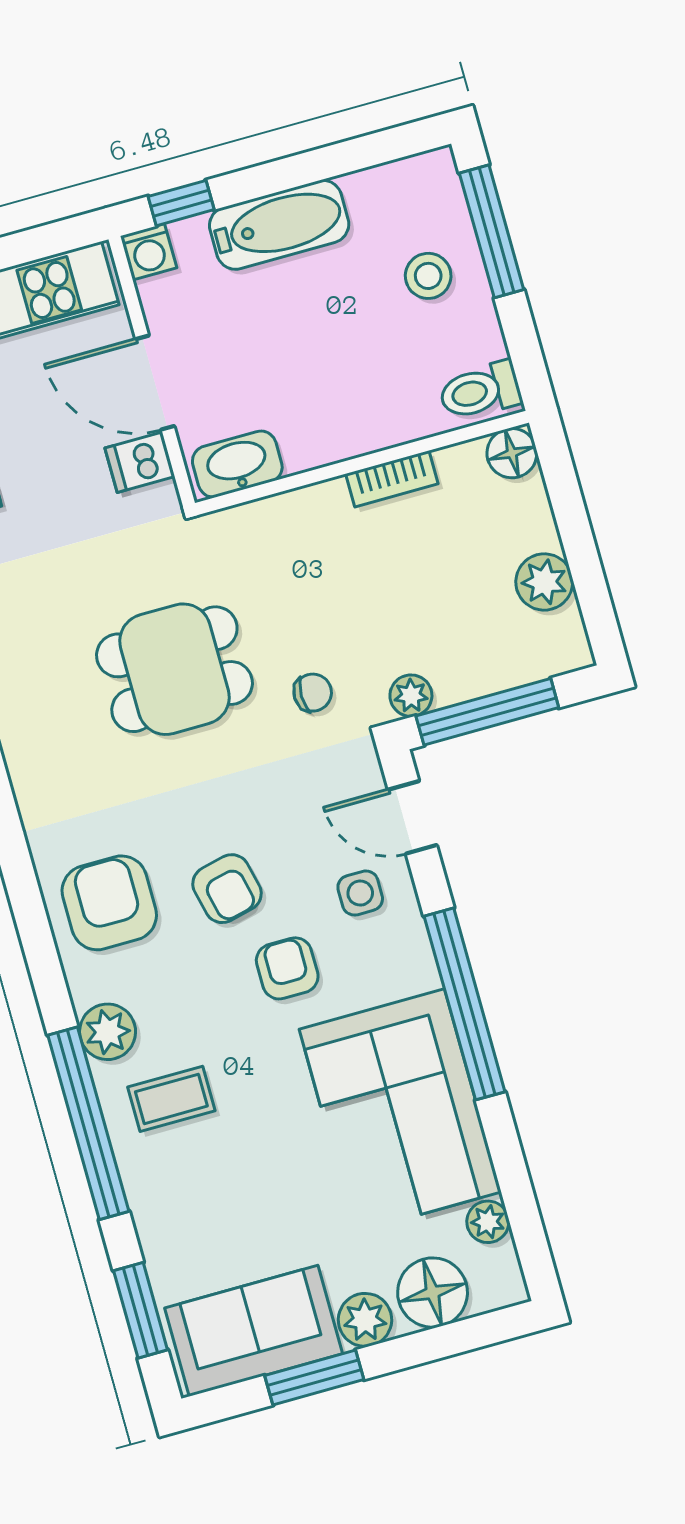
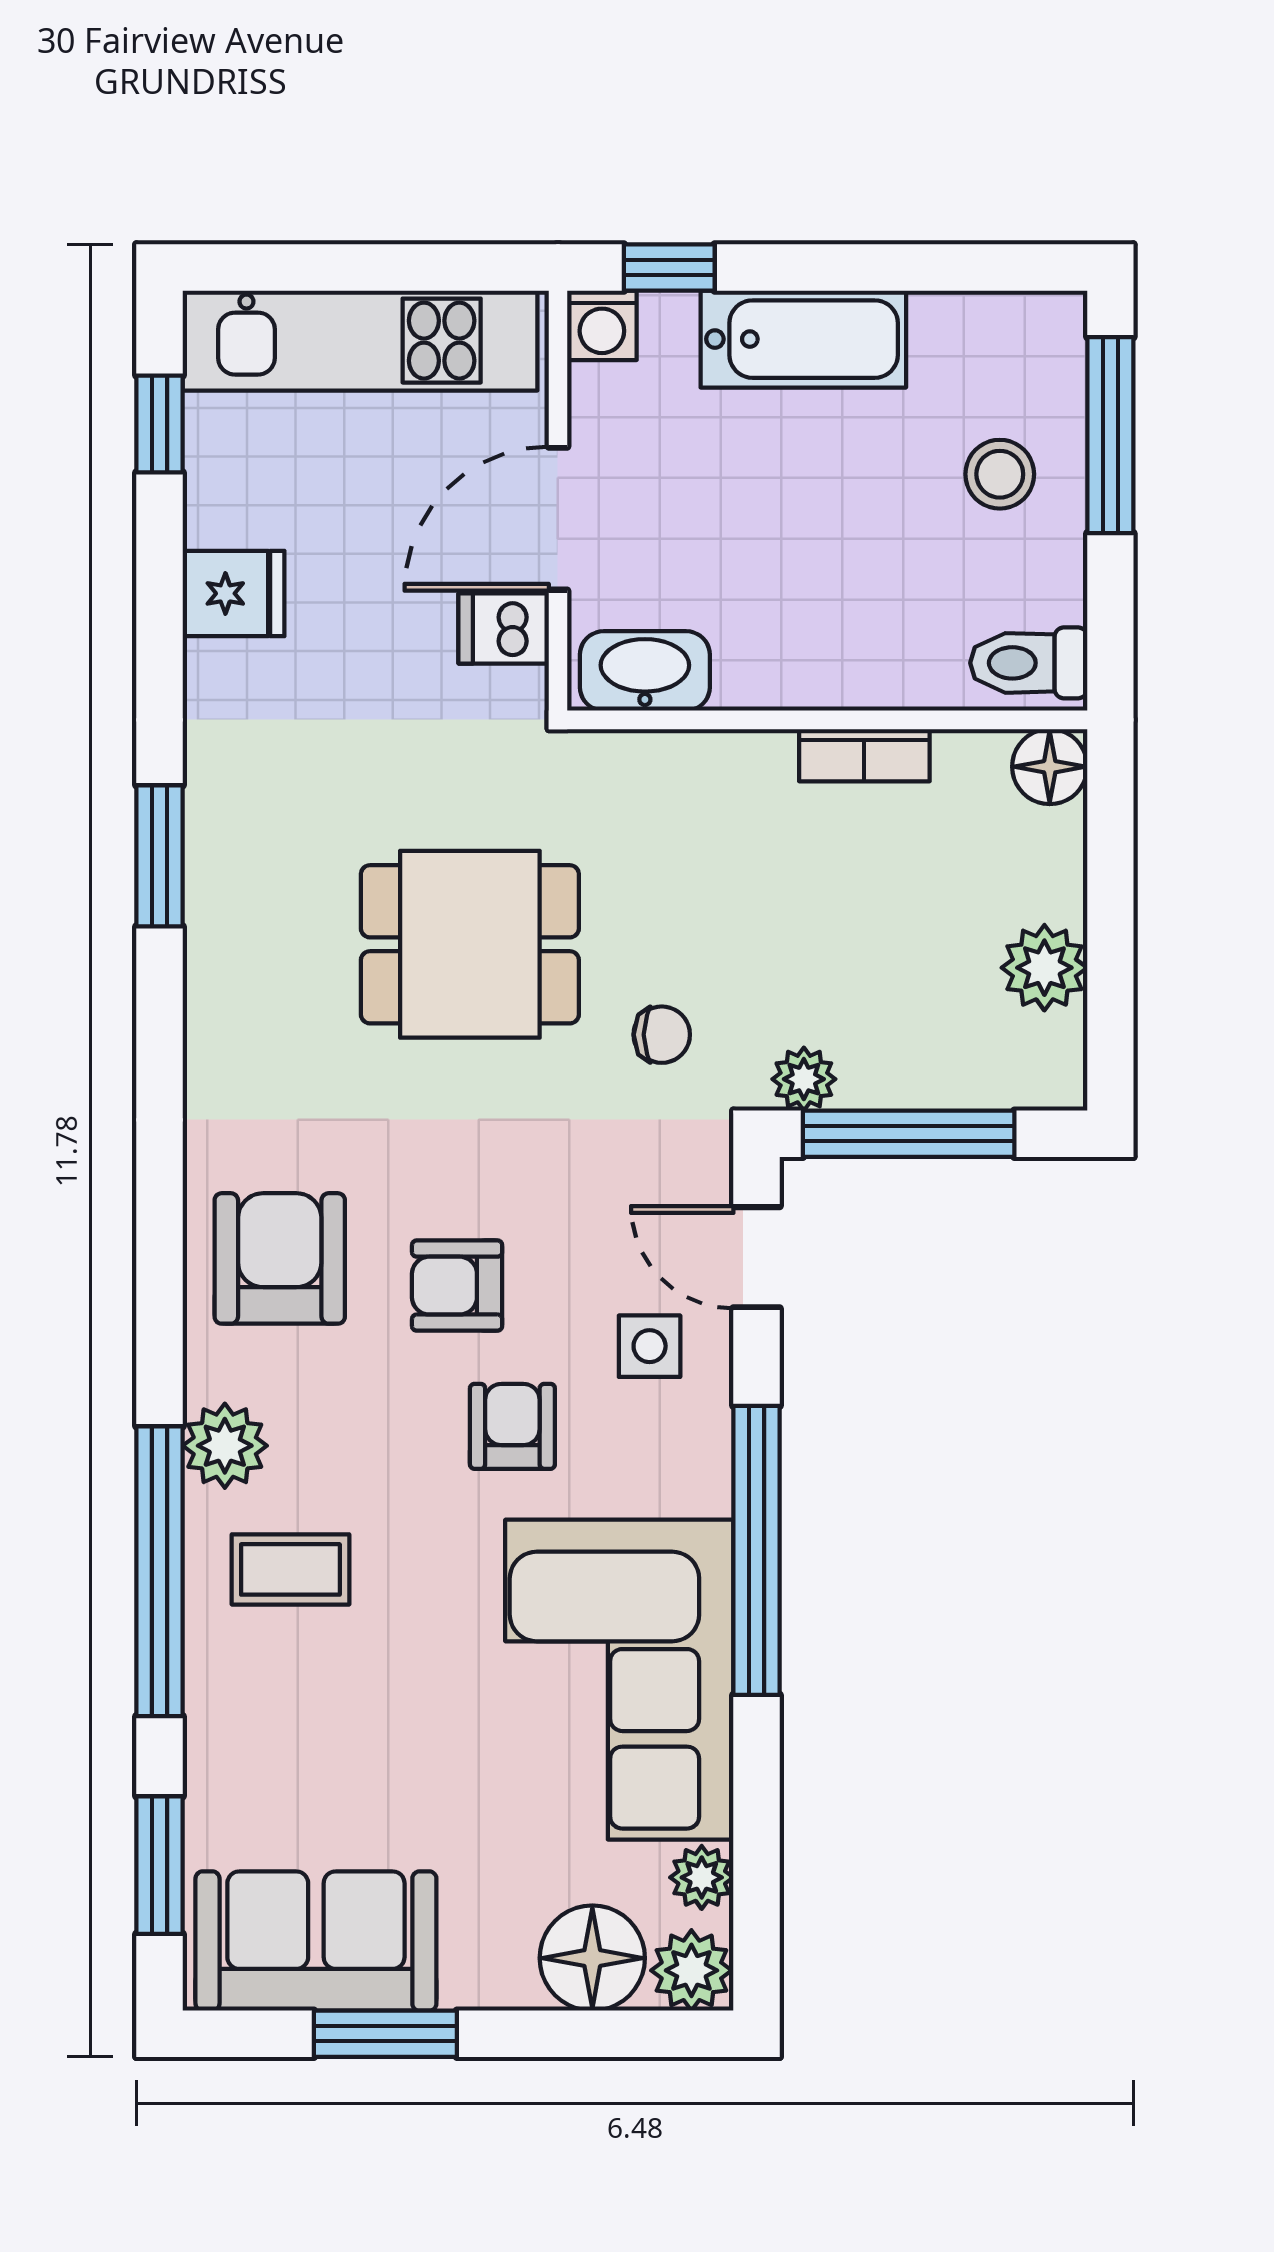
door: (155, 383) -> (558, 519), hinge flipped
armchair: (227, 889) -> (457, 1286), turned 103
plant: (365, 1320) -> (691, 1970), moved

